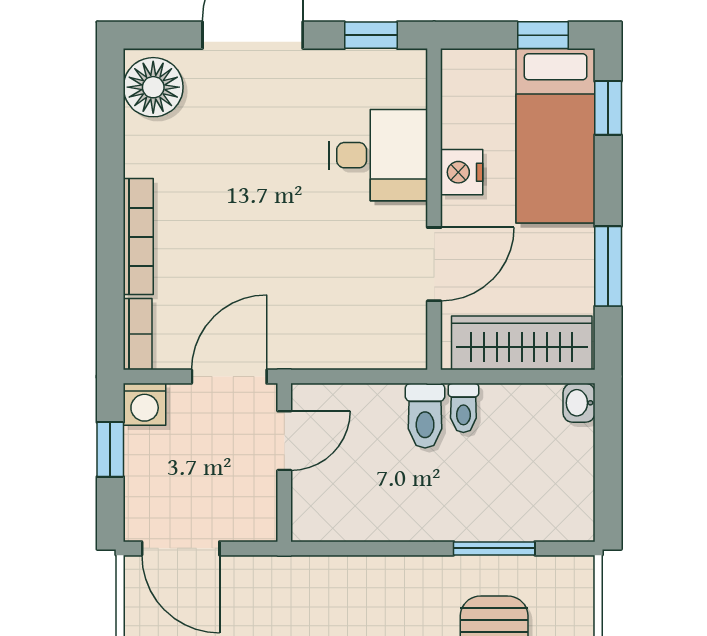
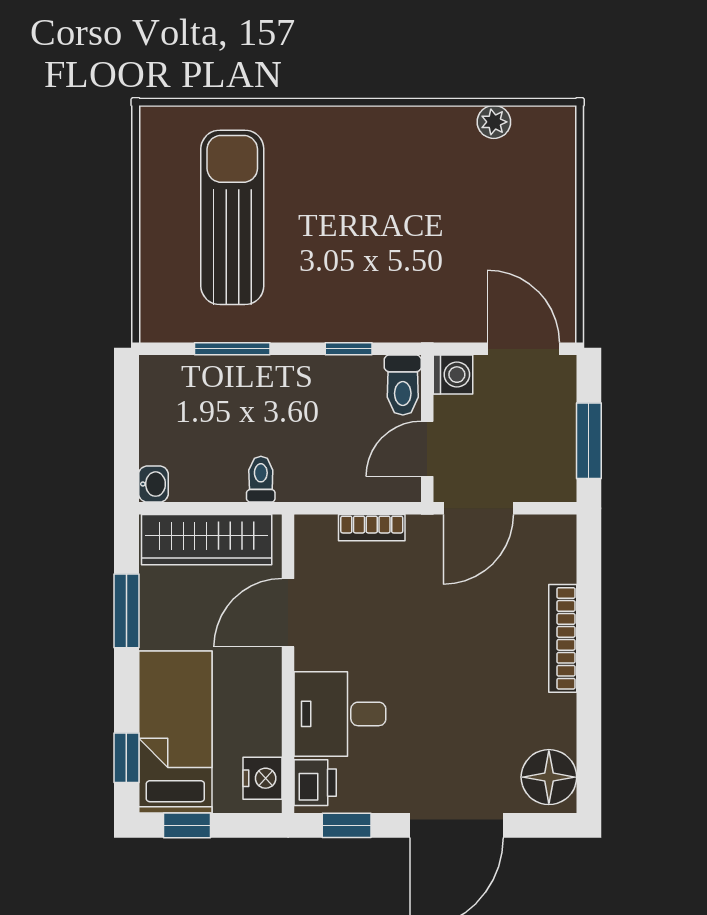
printer: (405, 81) -> (315, 783), added
nightstand: (462, 172) -> (263, 778), moved
bookcase: (138, 334) -> (372, 528), moved, turned -90
washing machine: (145, 404) -> (453, 375), moved, turned 90
toilet: (425, 416) -> (403, 385), moved, turned 180
window: (110, 449) -> (589, 441), width x1.50
window: (369, 548) -> (349, 349), added

